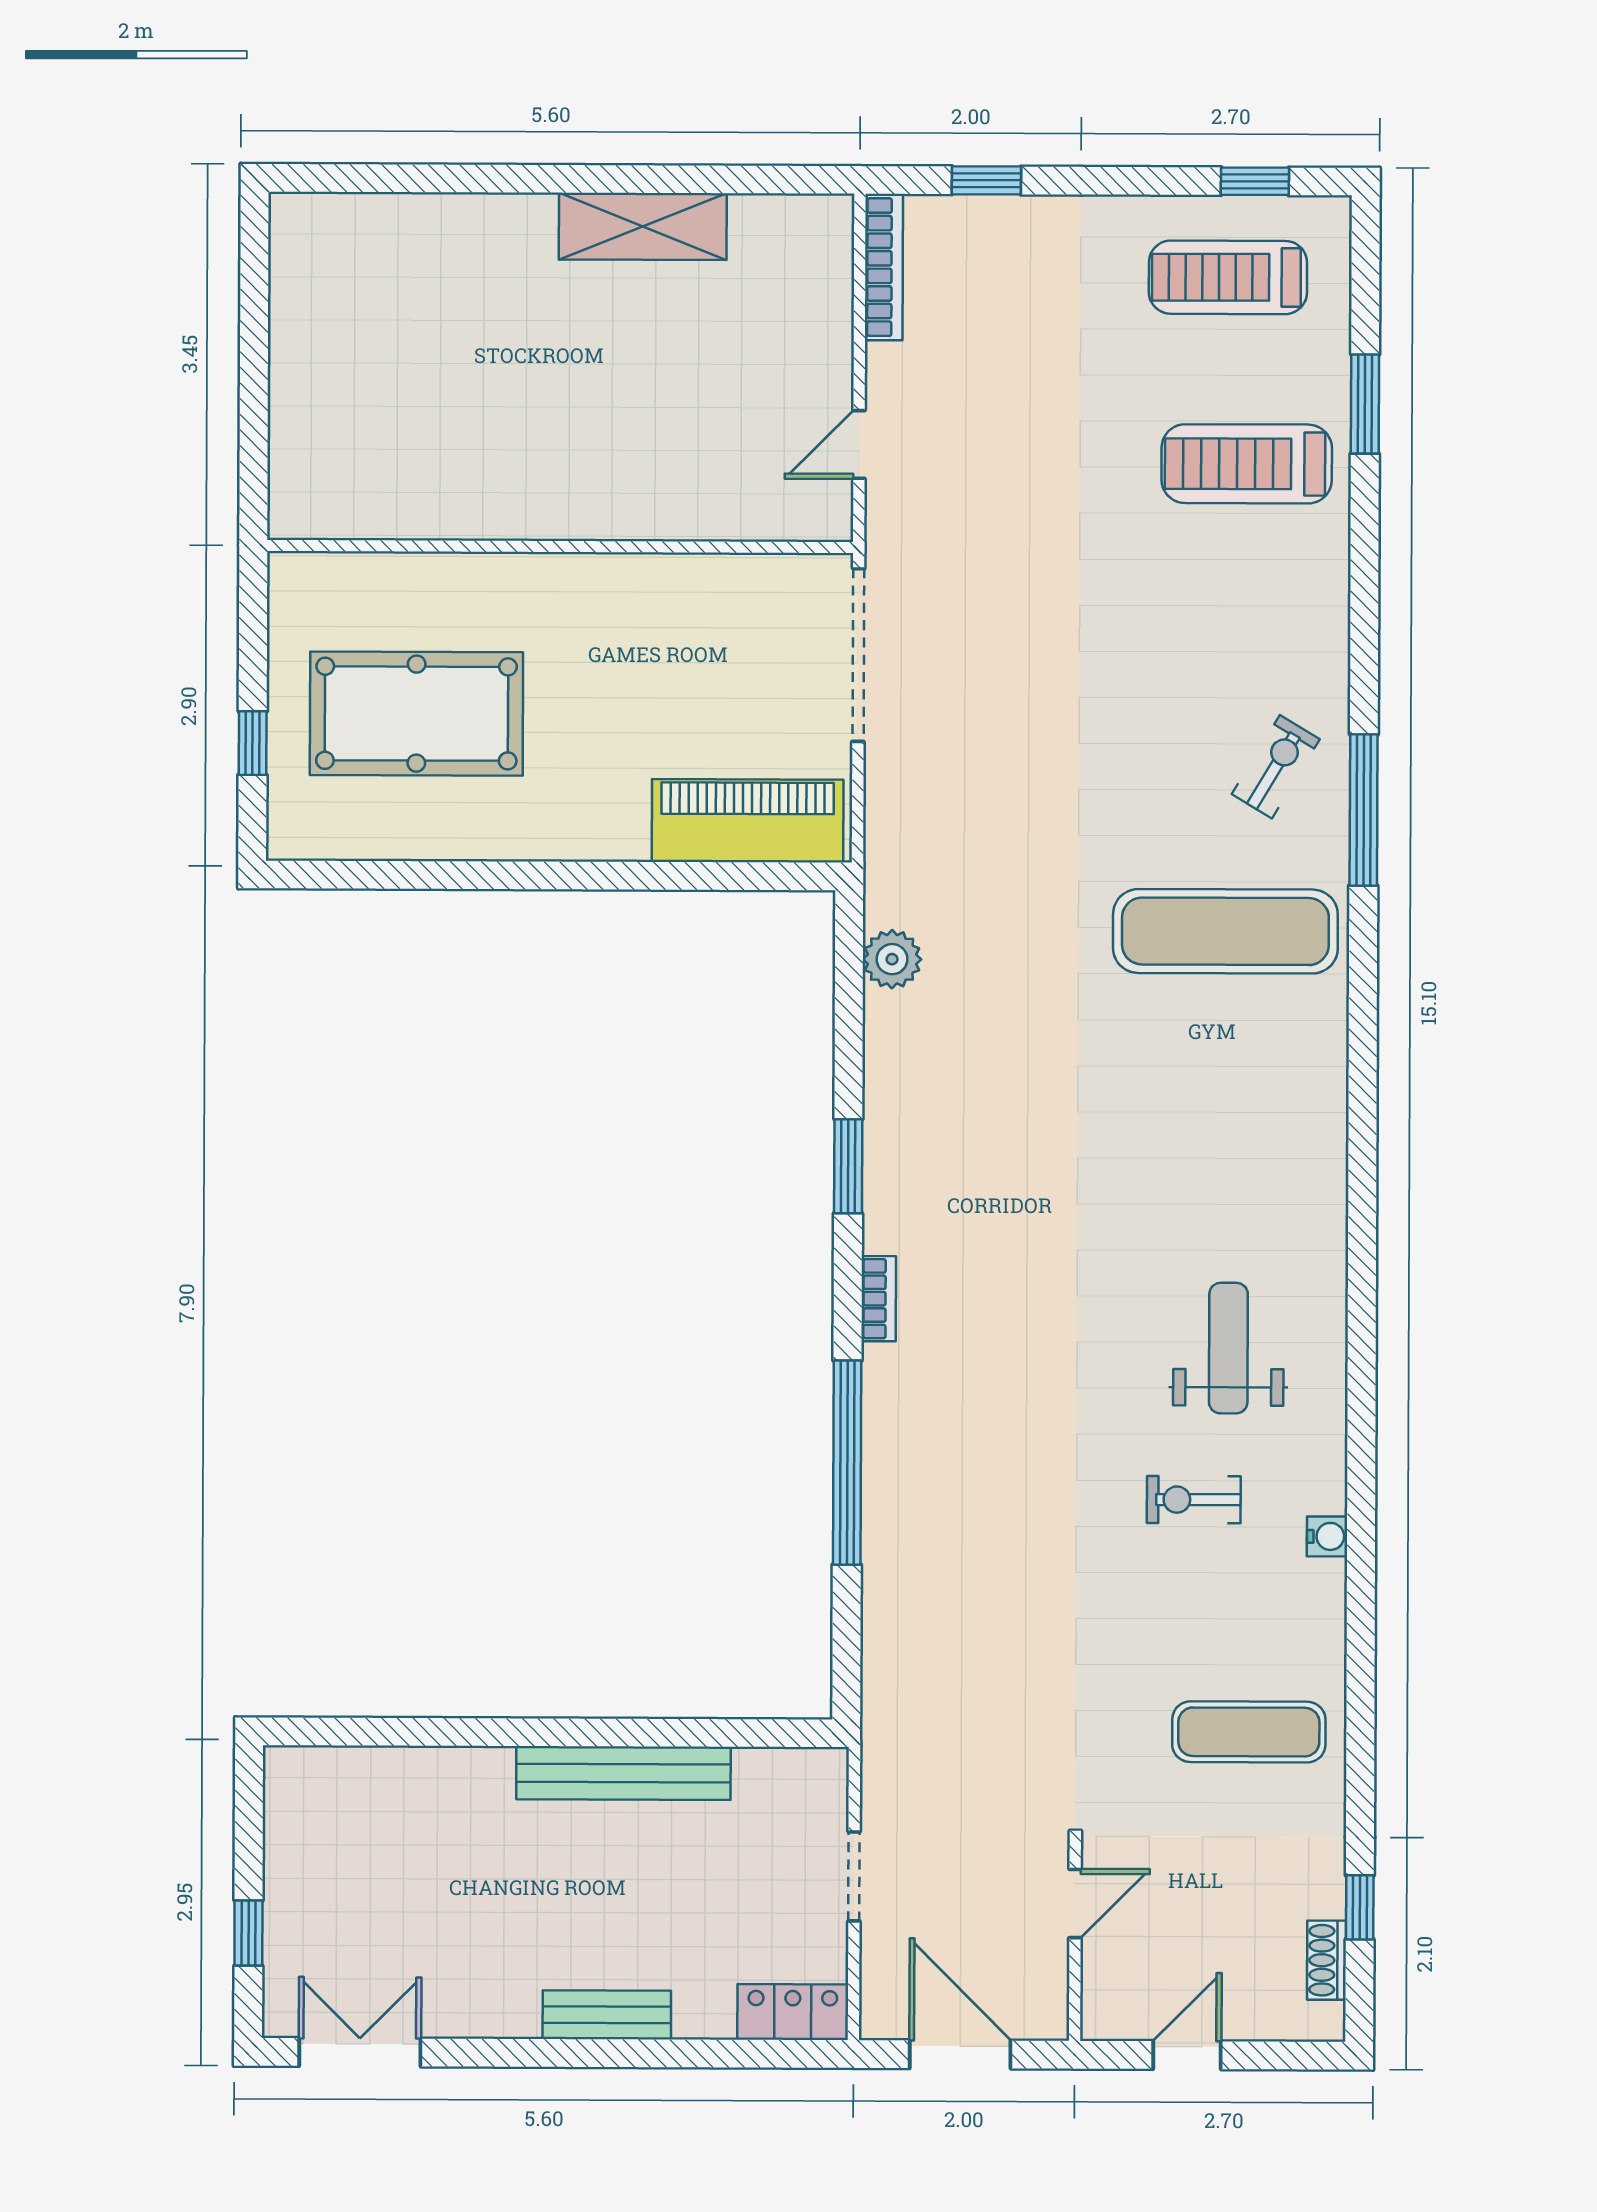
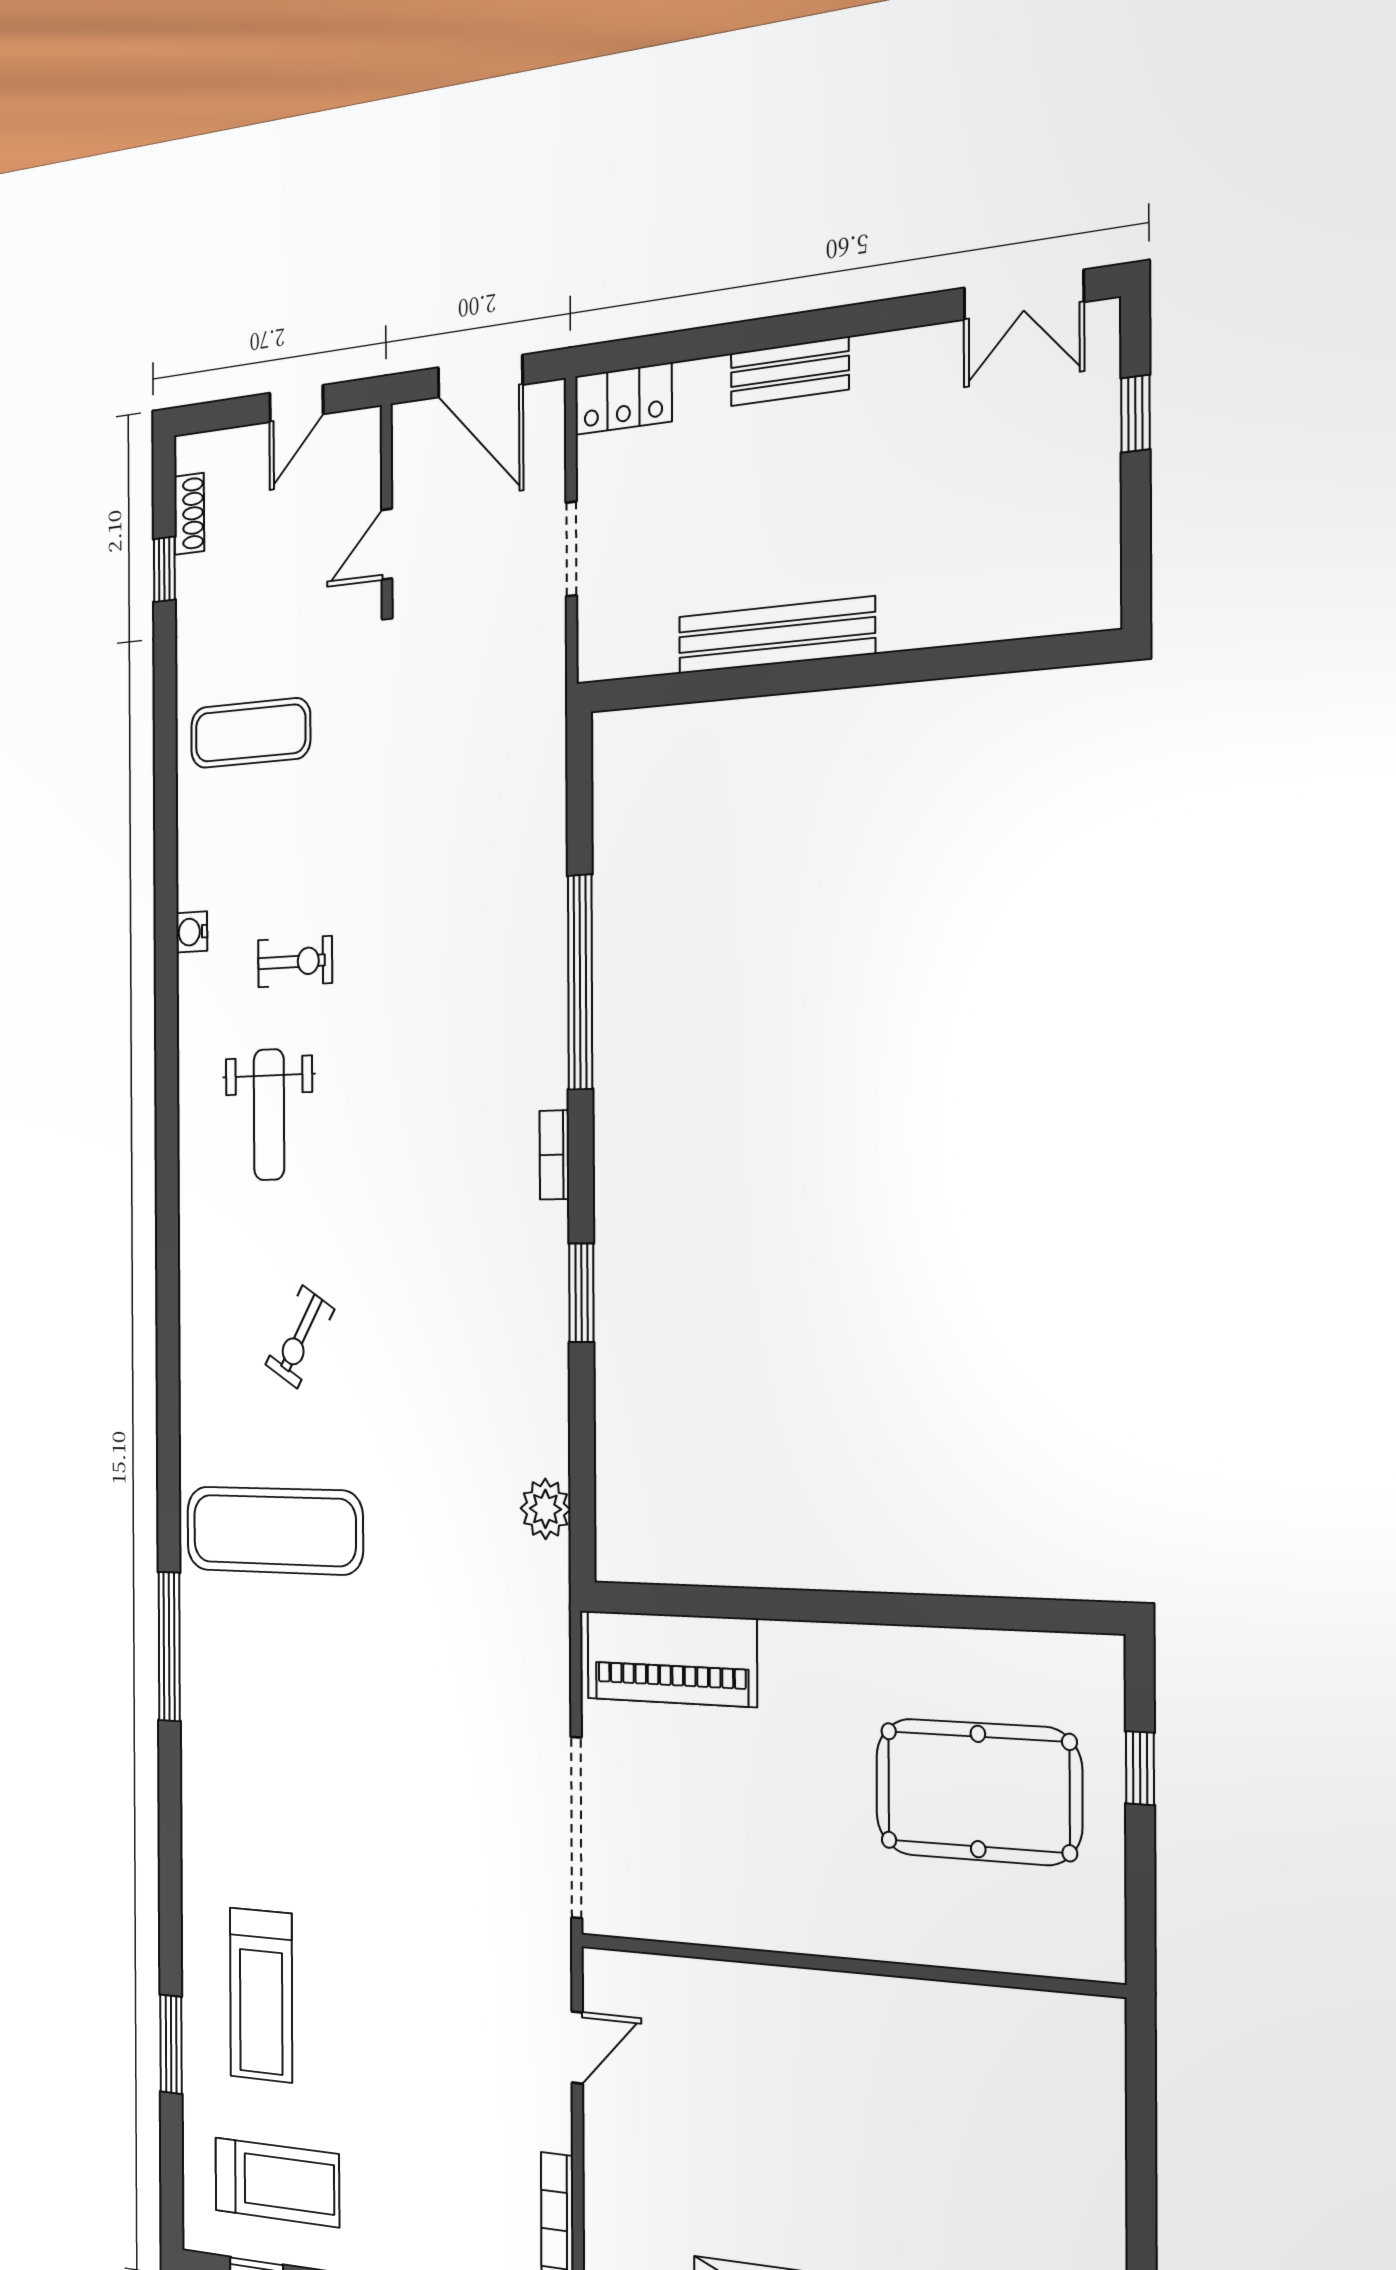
treadmill: (1247, 464) -> (261, 1995), turned 90
exercise bike: (1276, 767) -> (300, 1337), moved

